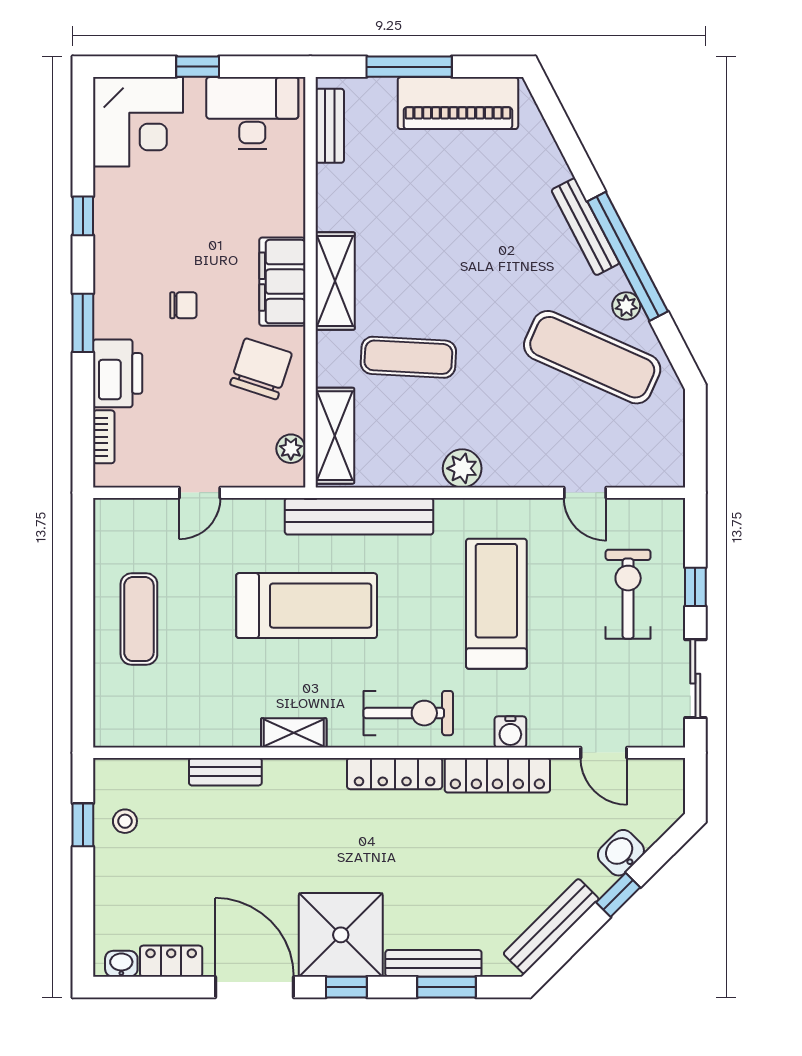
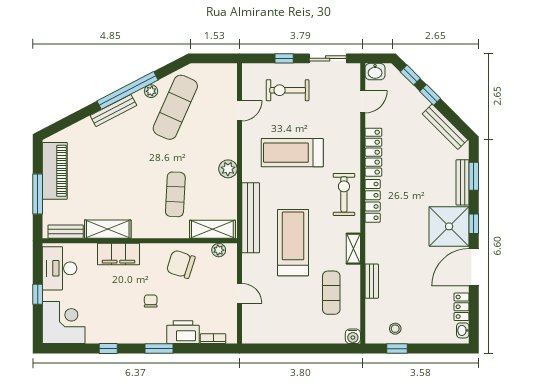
shelving: (335, 281) -> (108, 229), moved
filing cabinet: (282, 282) -> (118, 254), moved
exercise mat: (139, 619) -> (331, 293), moved, turned 90
water cooler: (510, 732) -> (353, 336), moved, turned 90
washbasin: (621, 853) -> (375, 72), moved, turned -45
window: (660, 853) -> (410, 75), added

